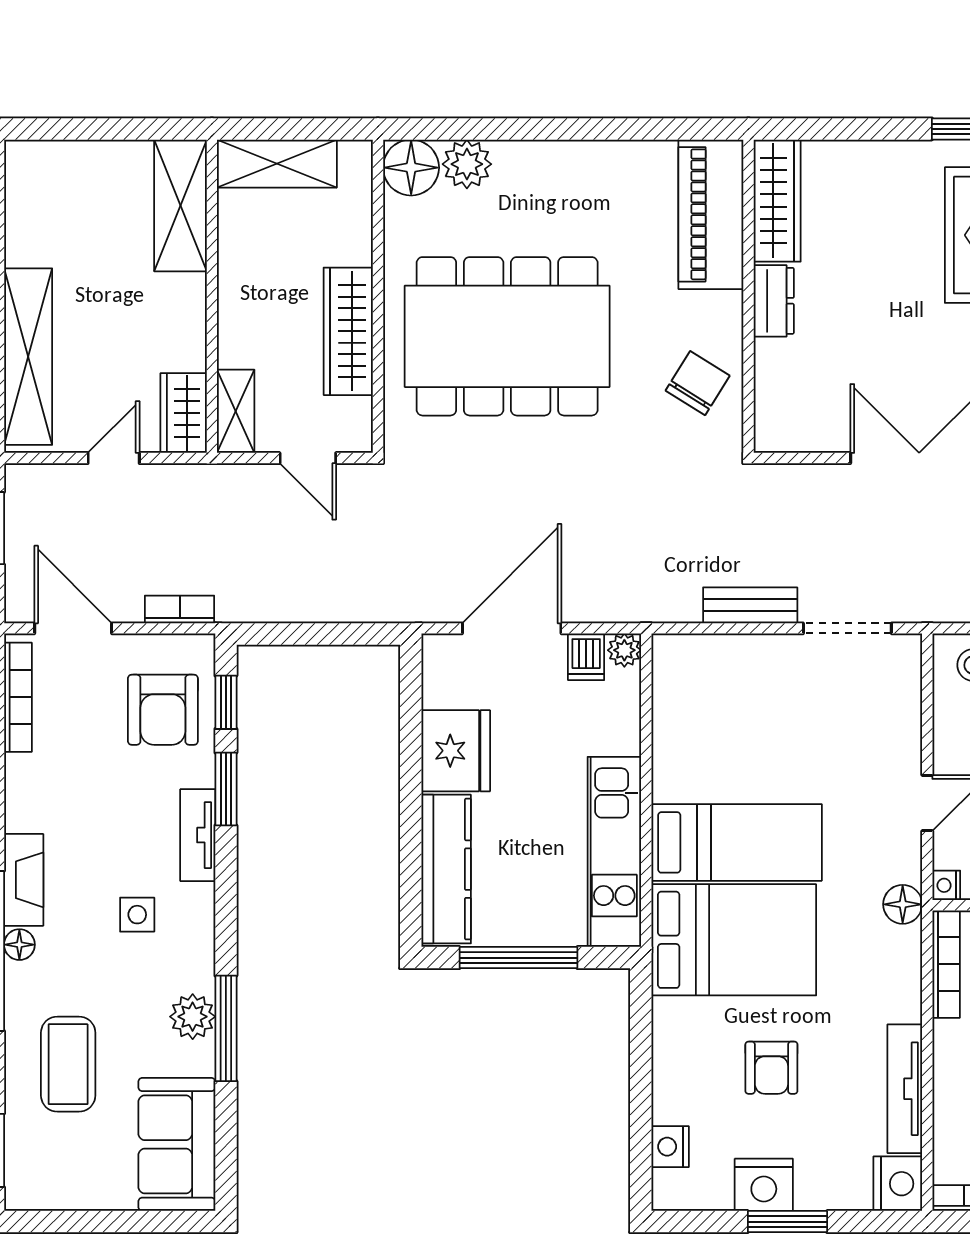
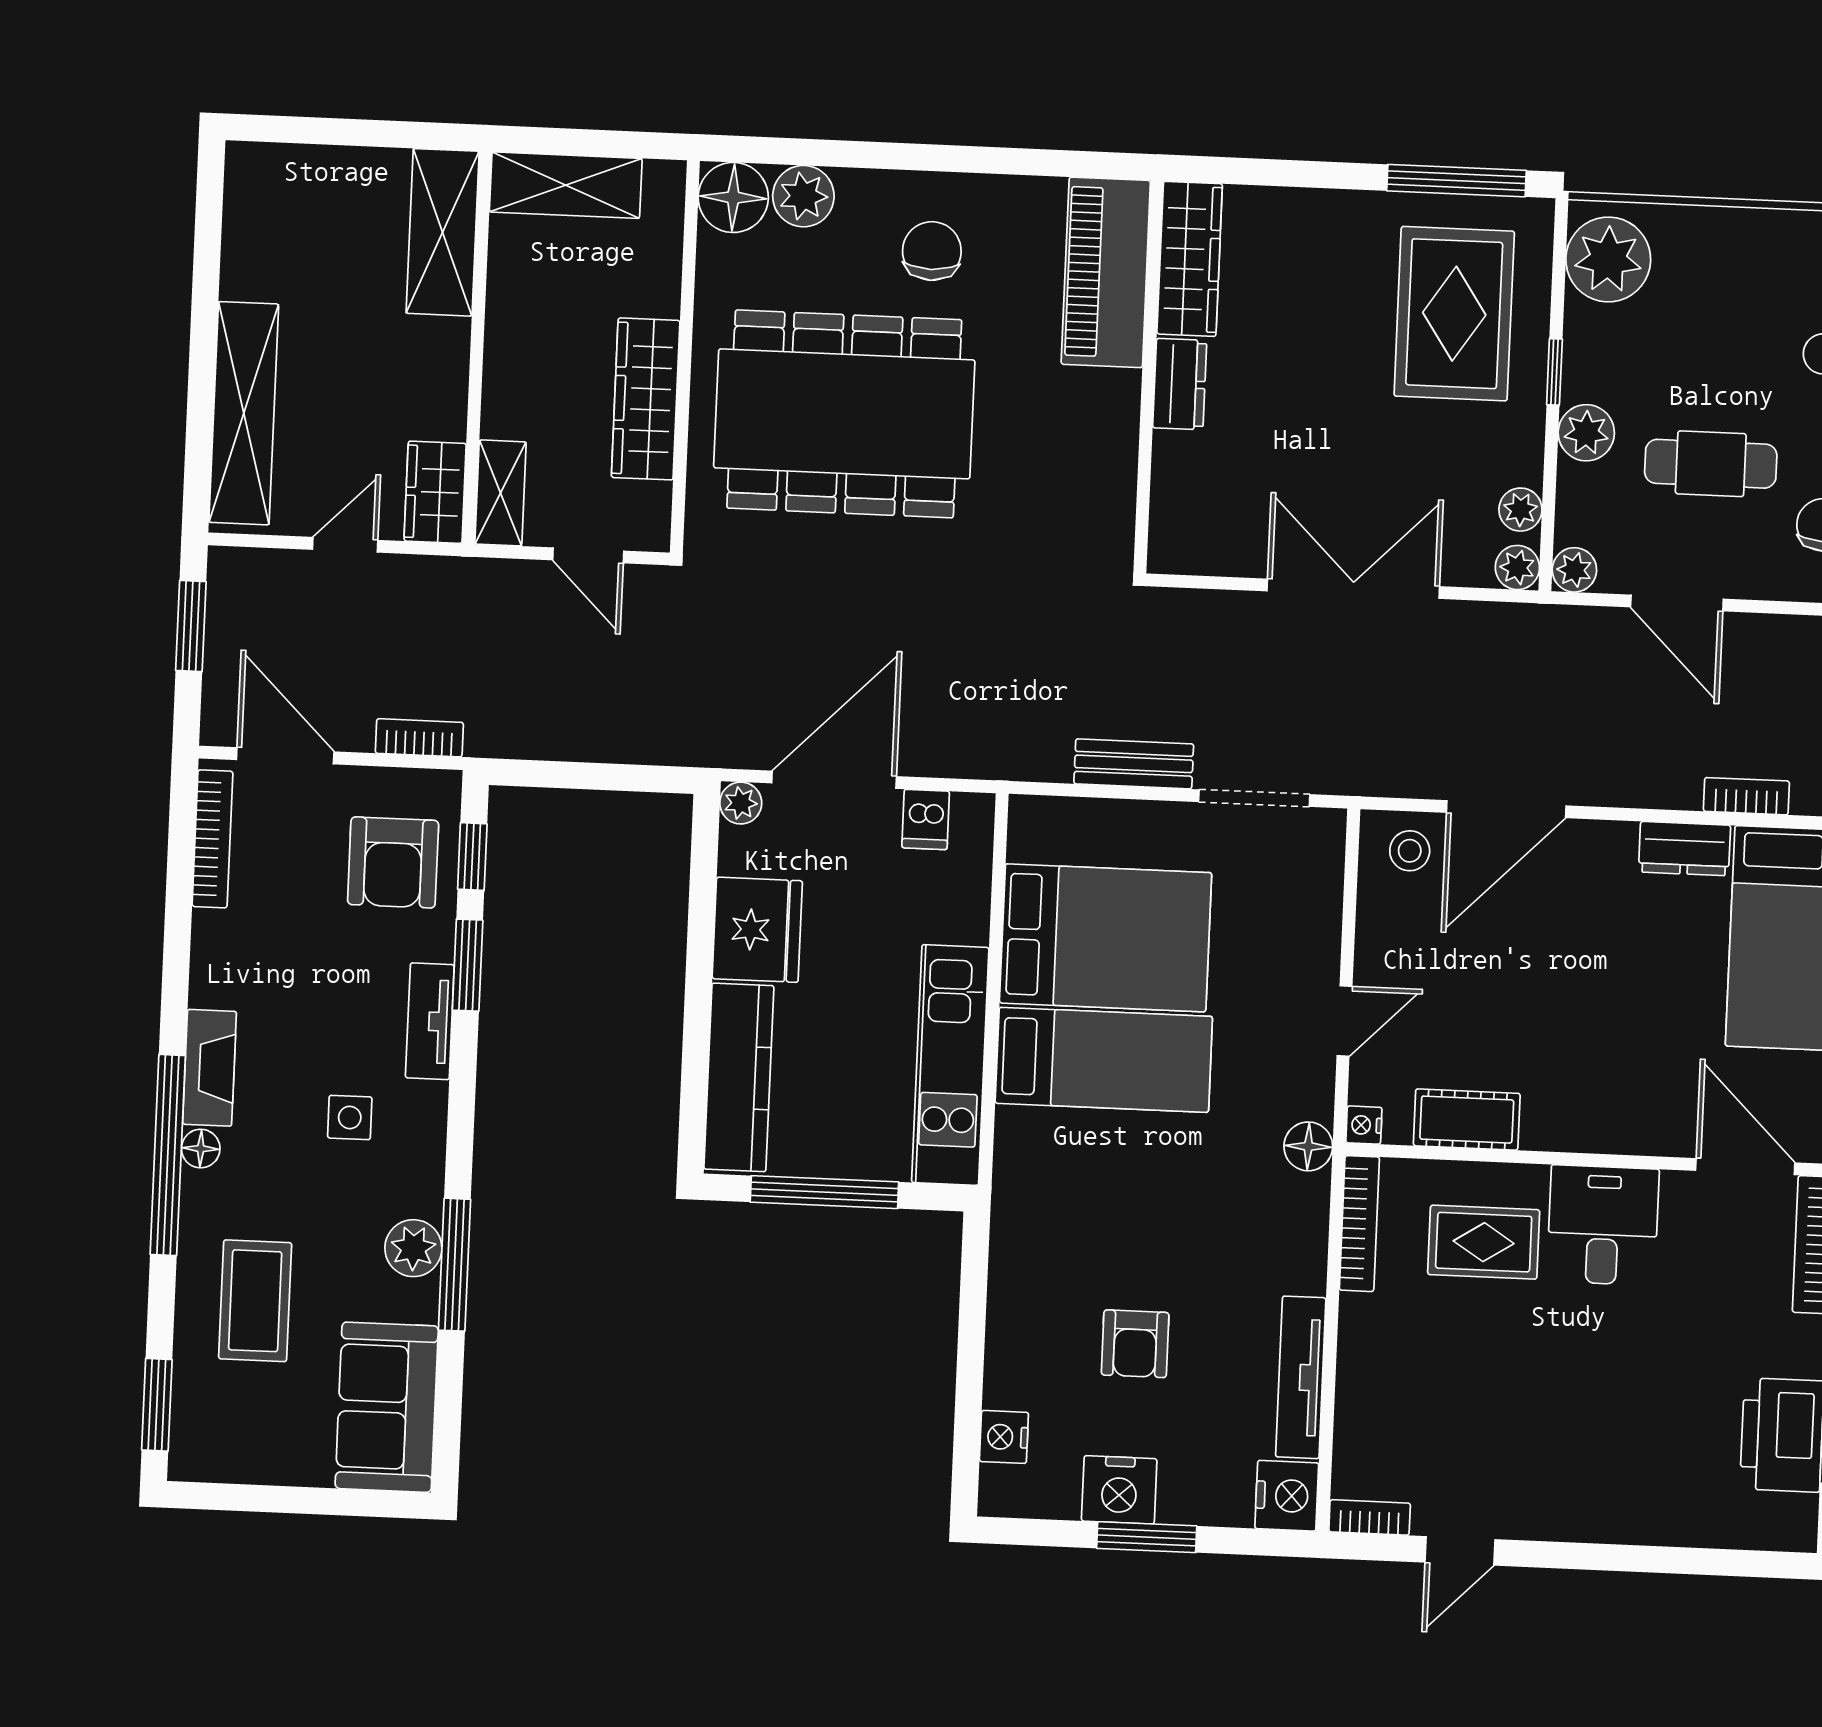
chair: (698, 383) -> (932, 251), moved, turned -32
plant: (624, 650) -> (741, 803), moved
bed: (734, 940) -> (1106, 938), moved

